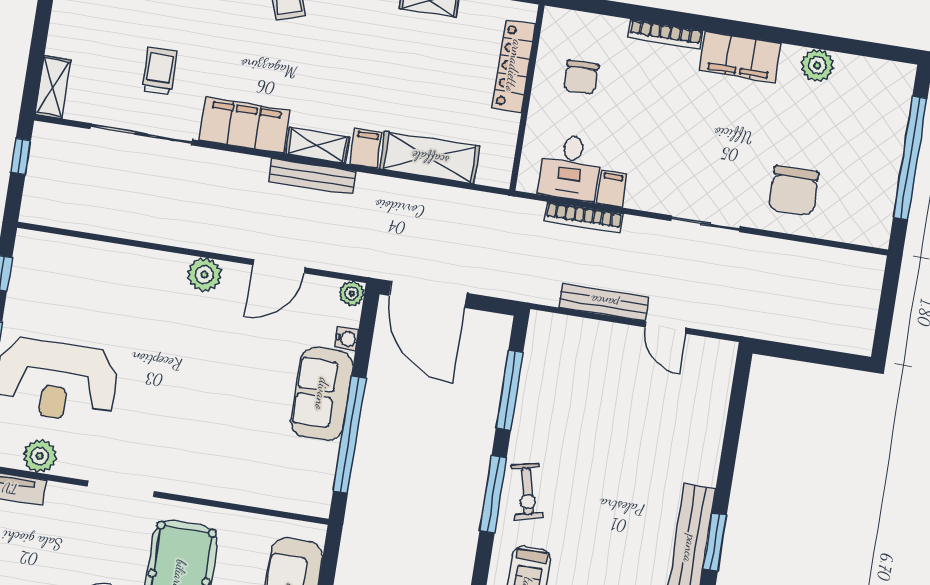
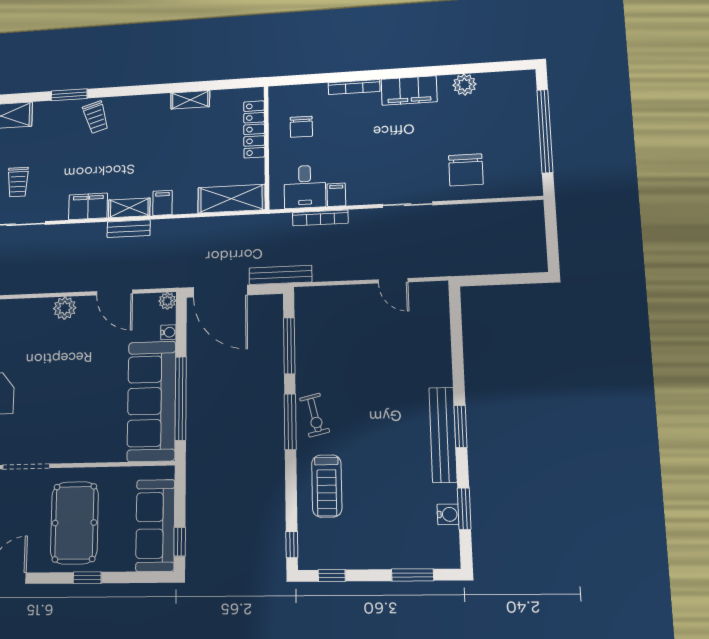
trolley: (159, 71) -> (18, 182), turned 180
filing cabinet: (244, 125) -> (88, 206), width x0.67, depth x0.86
shelving: (430, 158) -> (231, 199), moved
bench: (312, 176) -> (129, 229), width x0.73
door: (279, 266) -> (115, 292), hinge flipped
bench: (604, 302) -> (281, 275), moved
sofa: (322, 394) -> (152, 401), width x1.85, depth x1.27

